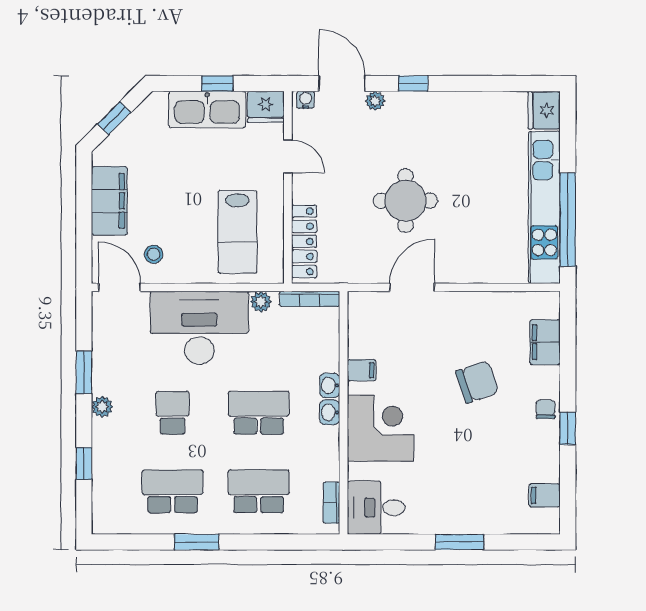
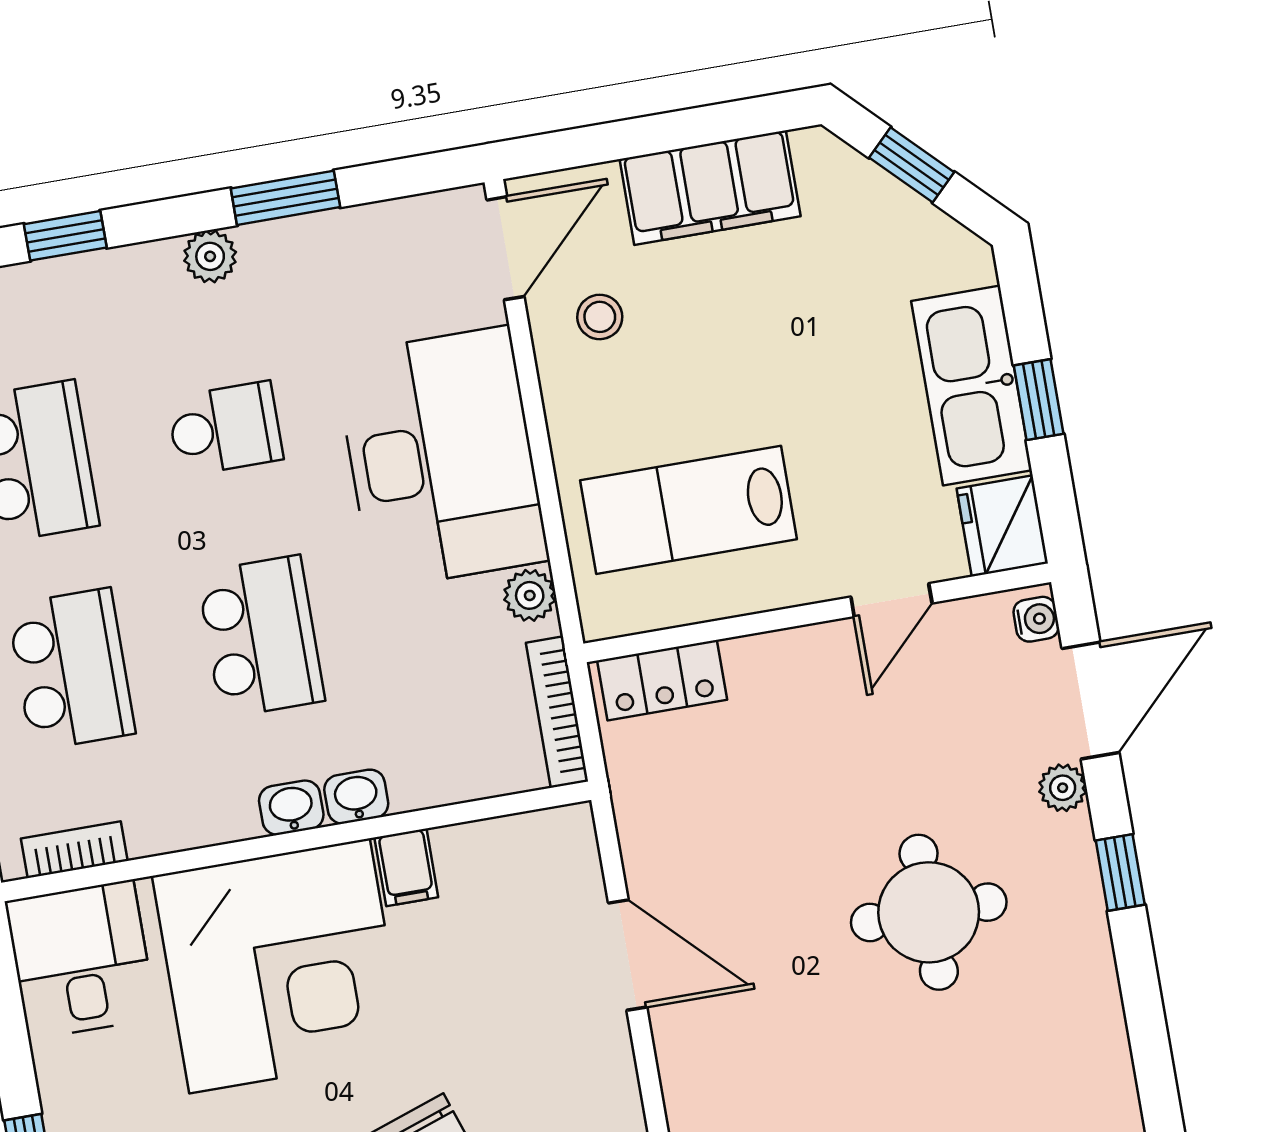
round table: (405, 201) -> (929, 912), moved
locker: (304, 241) -> (662, 680), width x0.66
corner desk: (380, 428) -> (279, 966), width x1.36, depth x1.36

